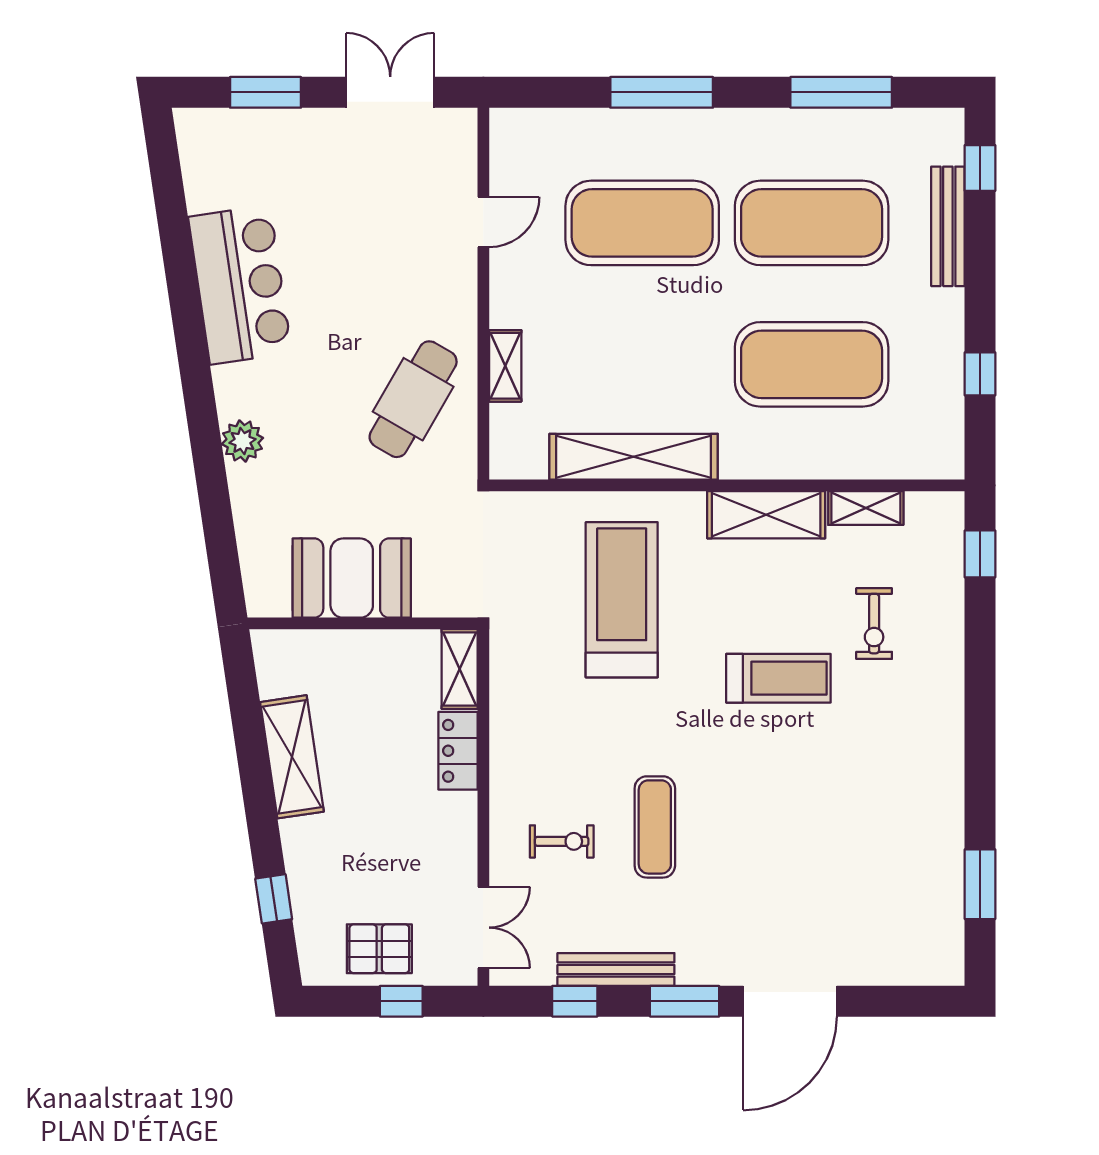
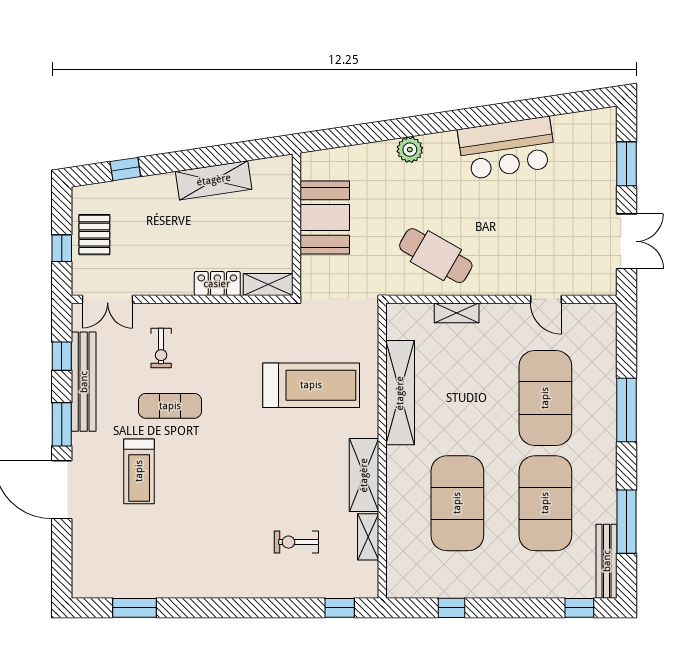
bench: (948, 226) -> (607, 561), moved, turned 90
treadmill: (778, 678) -> (139, 471), moved
bench: (616, 969) -> (84, 382), width x1.37, depth x1.21

